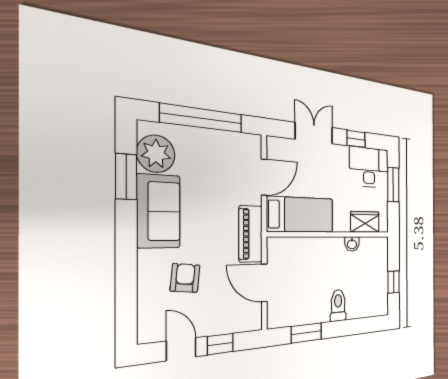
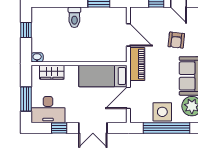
side table: (210, 148) -> (162, 112), added
washbasin: (352, 244) -> (37, 57), moved

